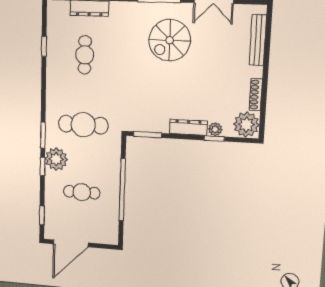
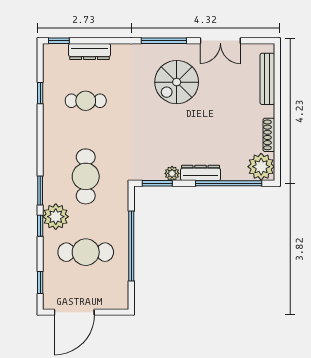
cafe table: (85, 55) -> (86, 101), turned 90
cafe table: (83, 125) -> (86, 176), turned 90
plant: (215, 129) -> (172, 173), moved
window: (214, 138) -> (229, 183), width x3.17
cafe table: (82, 192) -> (86, 252), width x1.37, depth x1.35

